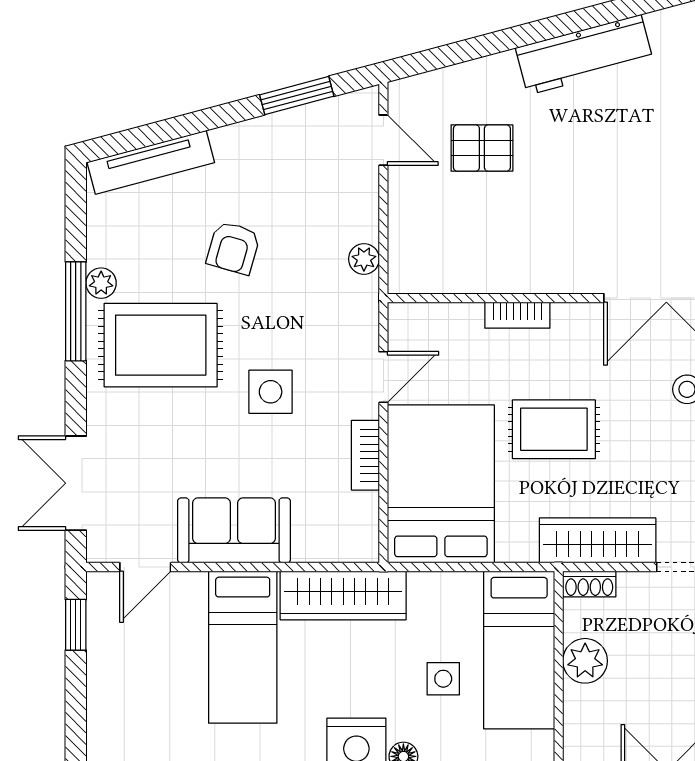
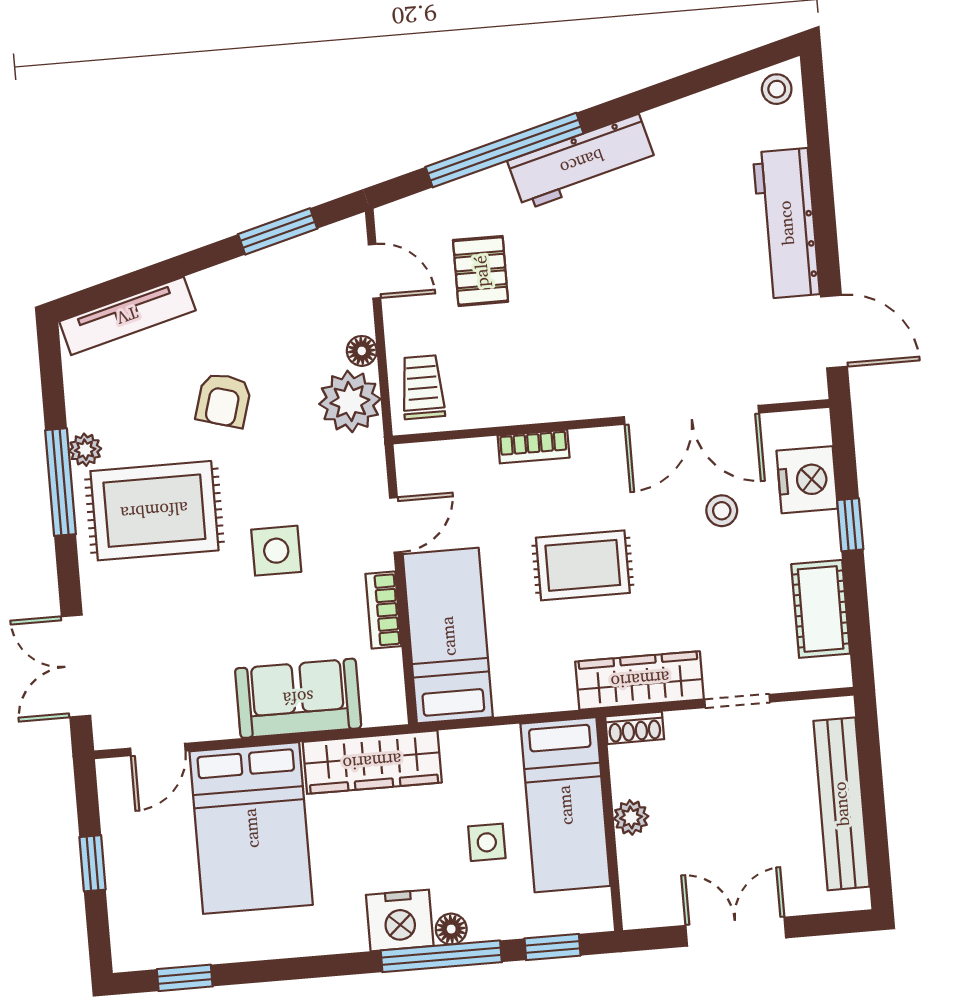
window: (514, 38) -> (504, 150), added
pallet: (482, 148) -> (481, 271), turned 90
floor lamp: (365, 213) -> (362, 351), added
trolley: (419, 251) -> (422, 387), added
plant: (364, 259) -> (350, 401), width x1.87, depth x1.87
bed: (441, 484) -> (448, 636), width x0.67
sofa: (234, 530) -> (298, 698), moved
window: (76, 625) -> (93, 863), moved
bed: (243, 647) -> (251, 828), width x1.50
plant: (585, 661) -> (631, 817), width x0.73, depth x0.73

